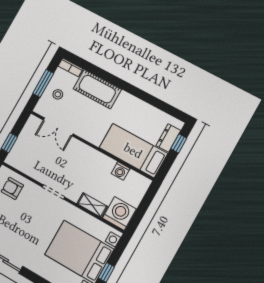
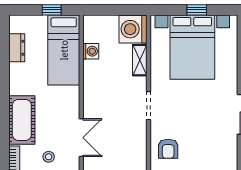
dresser: (168, 138) -> (17, 48), moved, turned -90
window: (179, 143) -> (52, 10), moved

